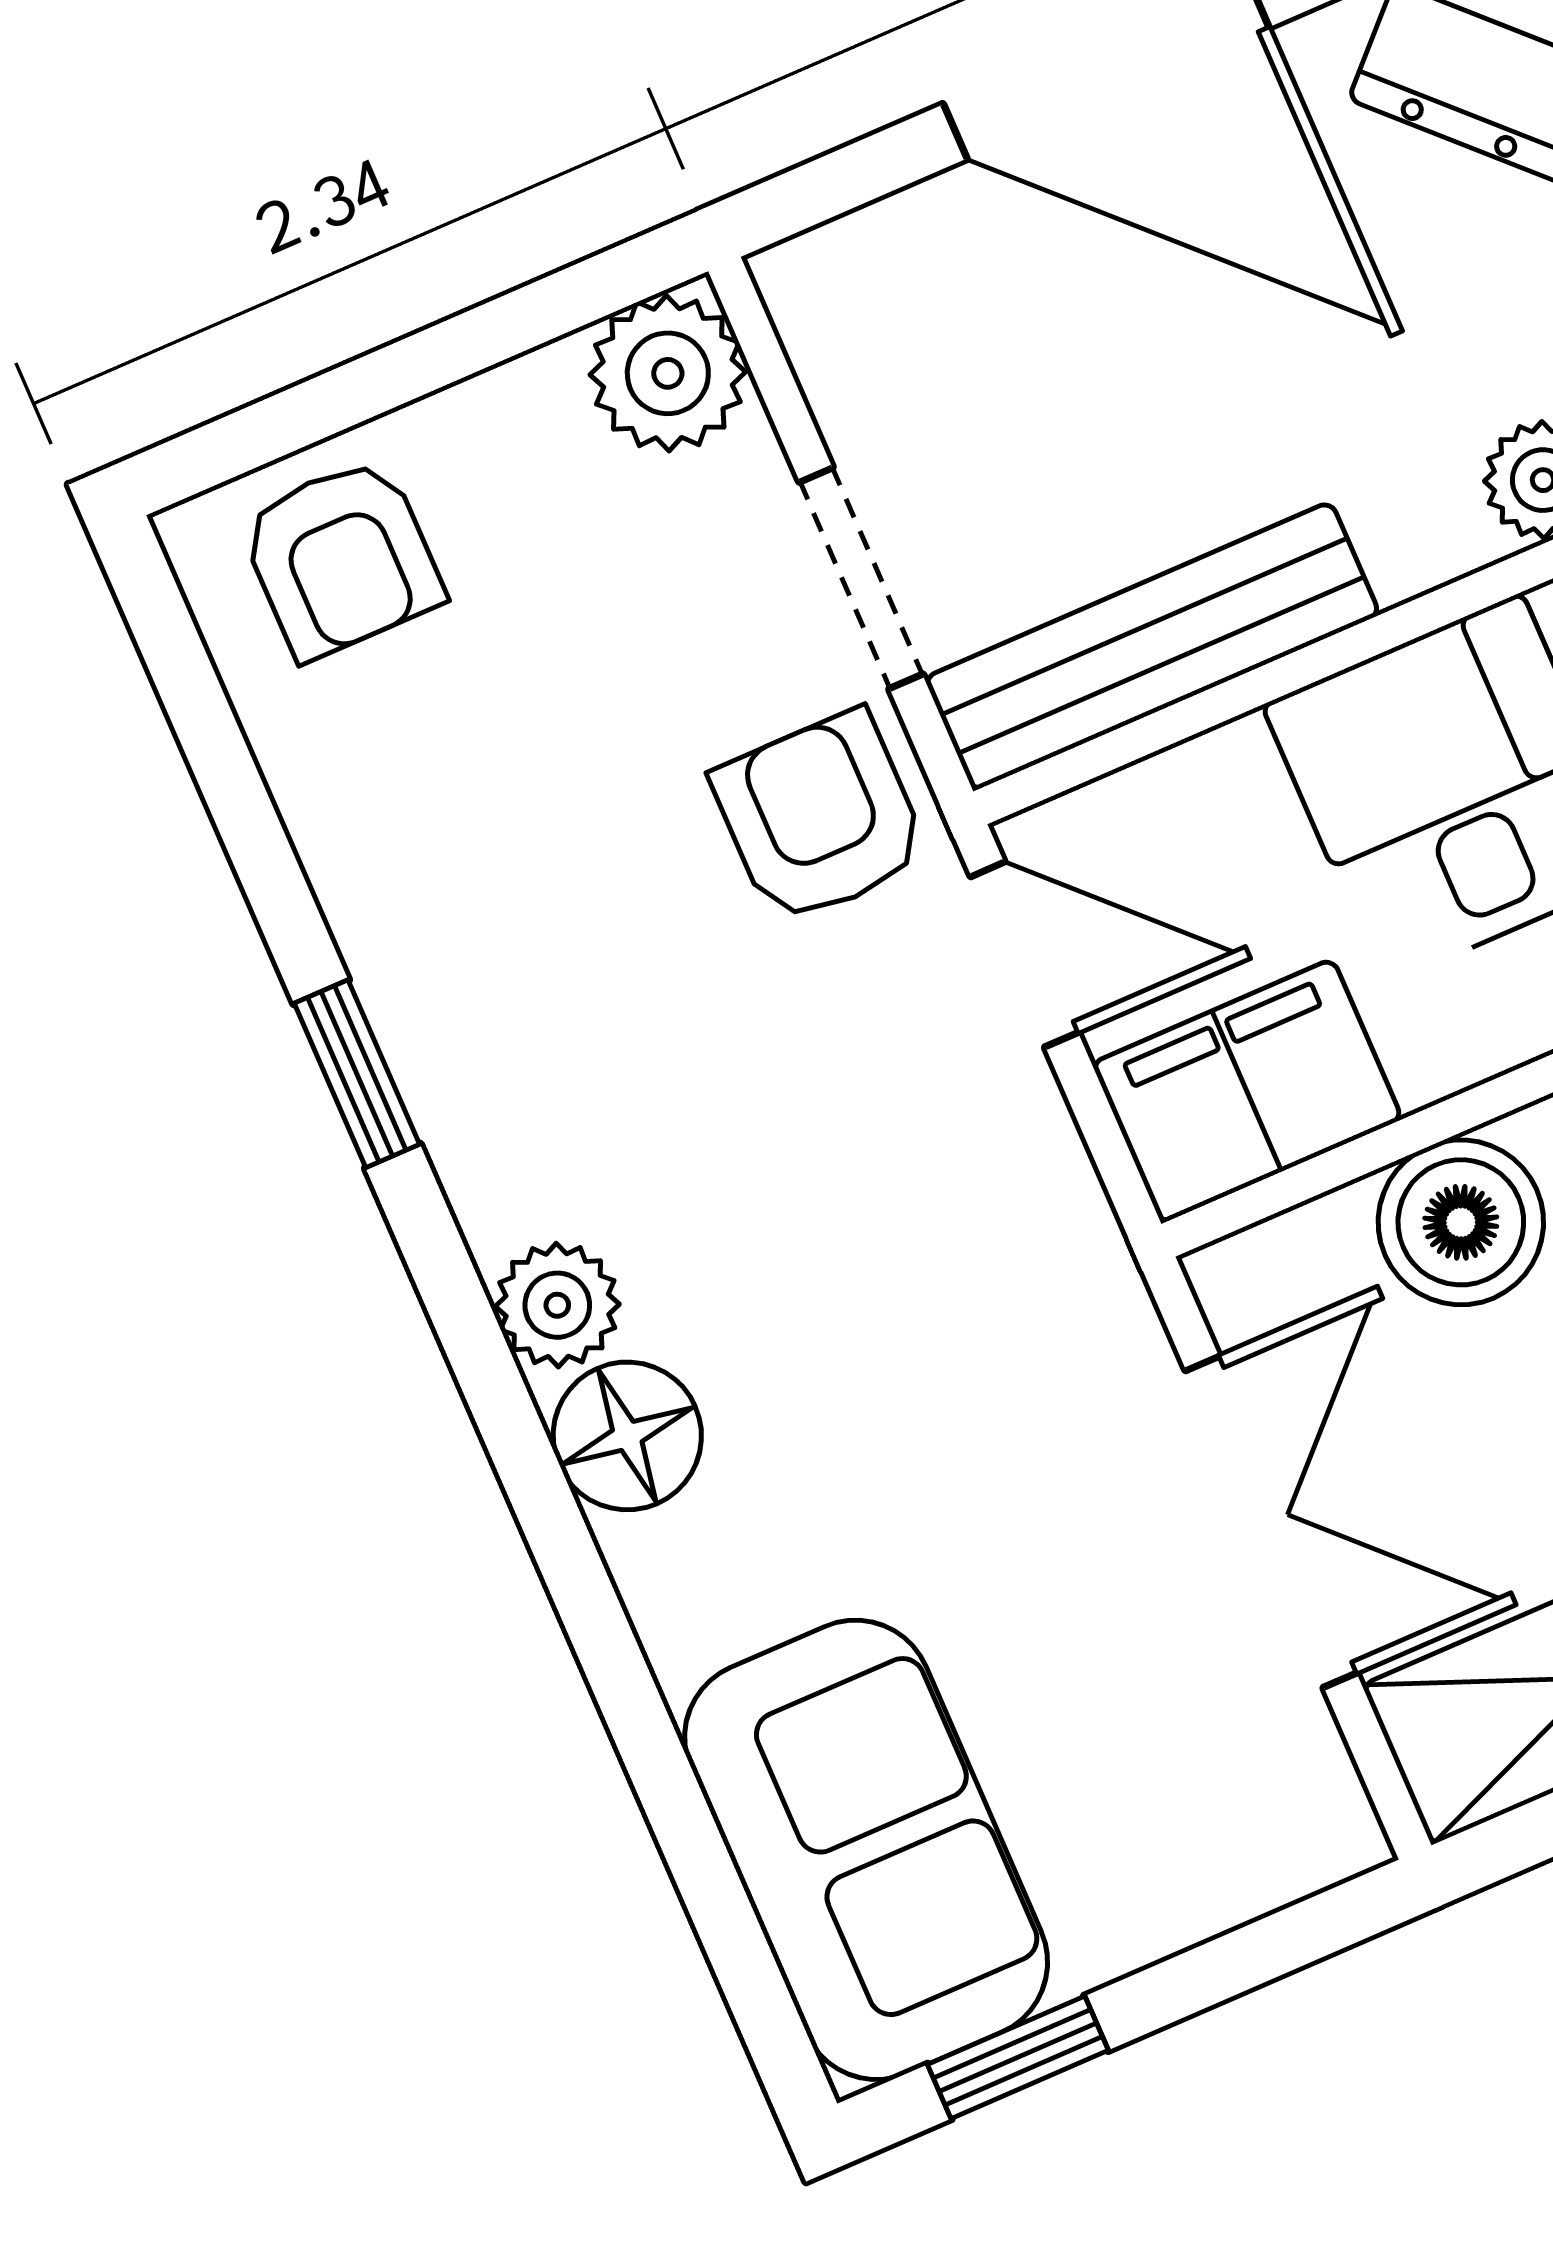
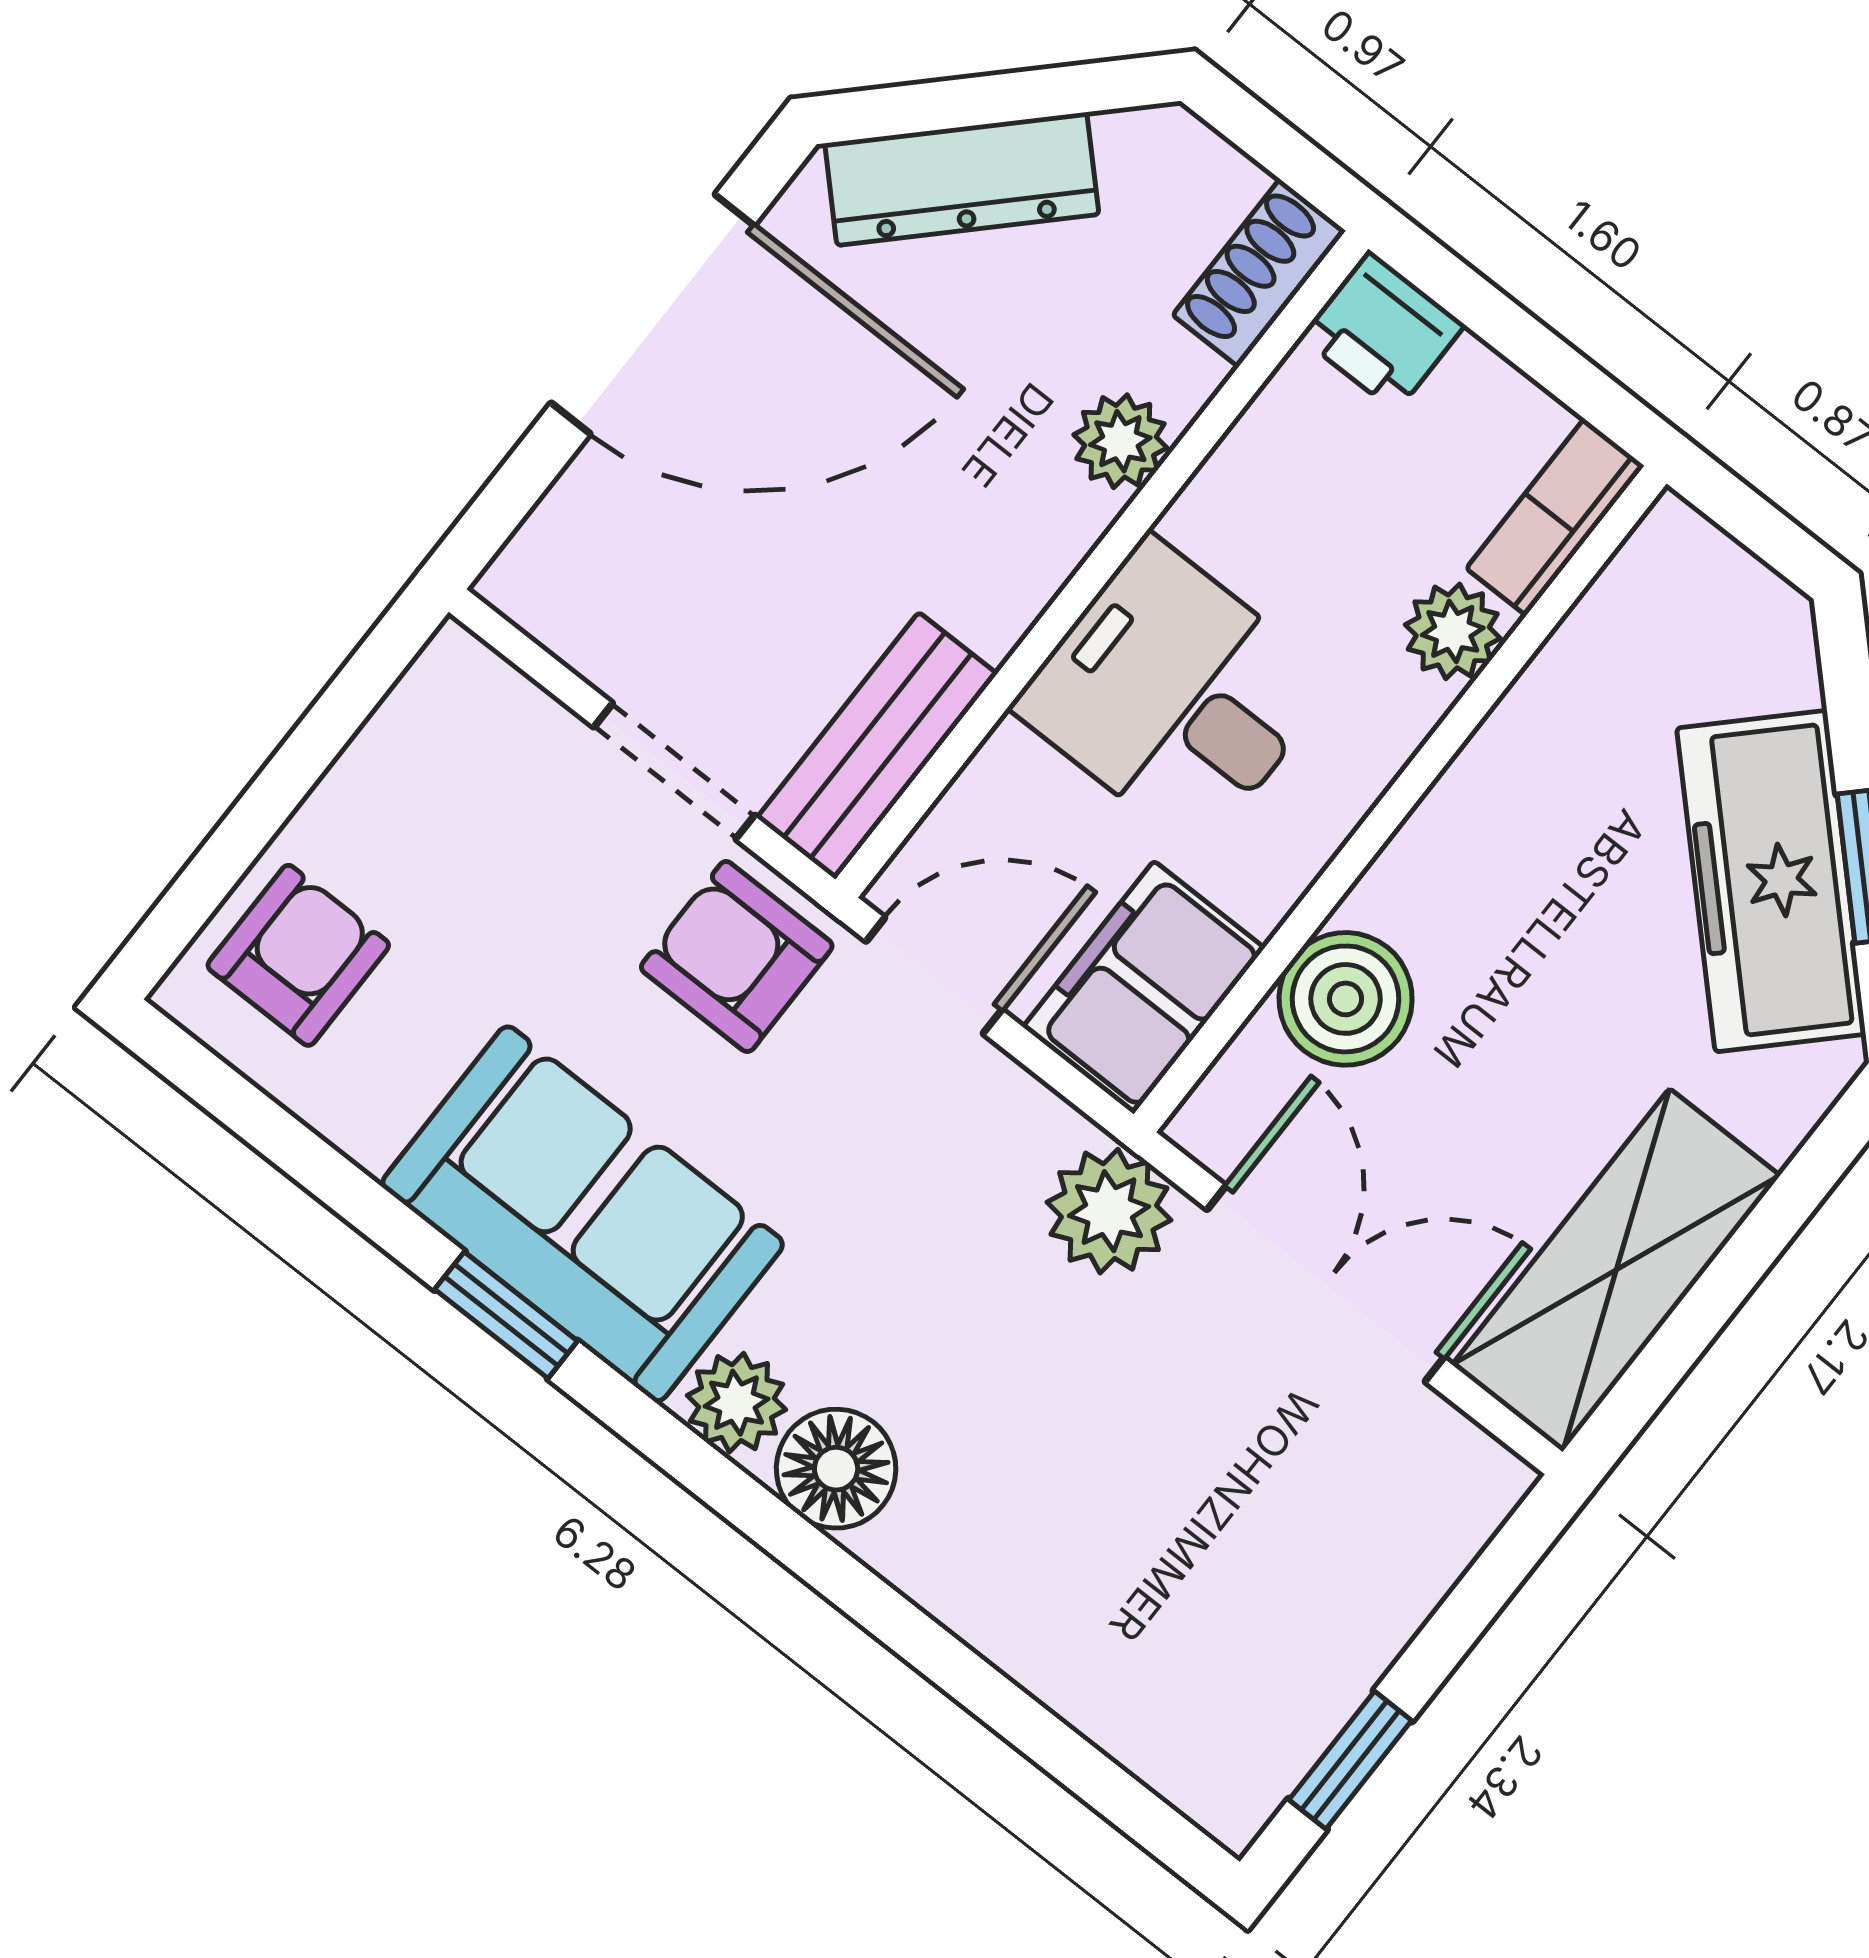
plant: (668, 373) -> (1109, 1211), moved
armchair: (341, 558) -> (298, 955), turned -90
bench: (1152, 646) -> (877, 746), width x0.73
sofa: (866, 1850) -> (583, 1214), moved

